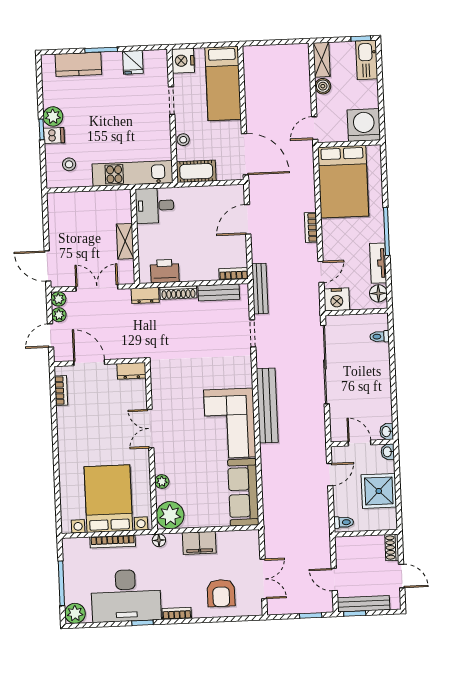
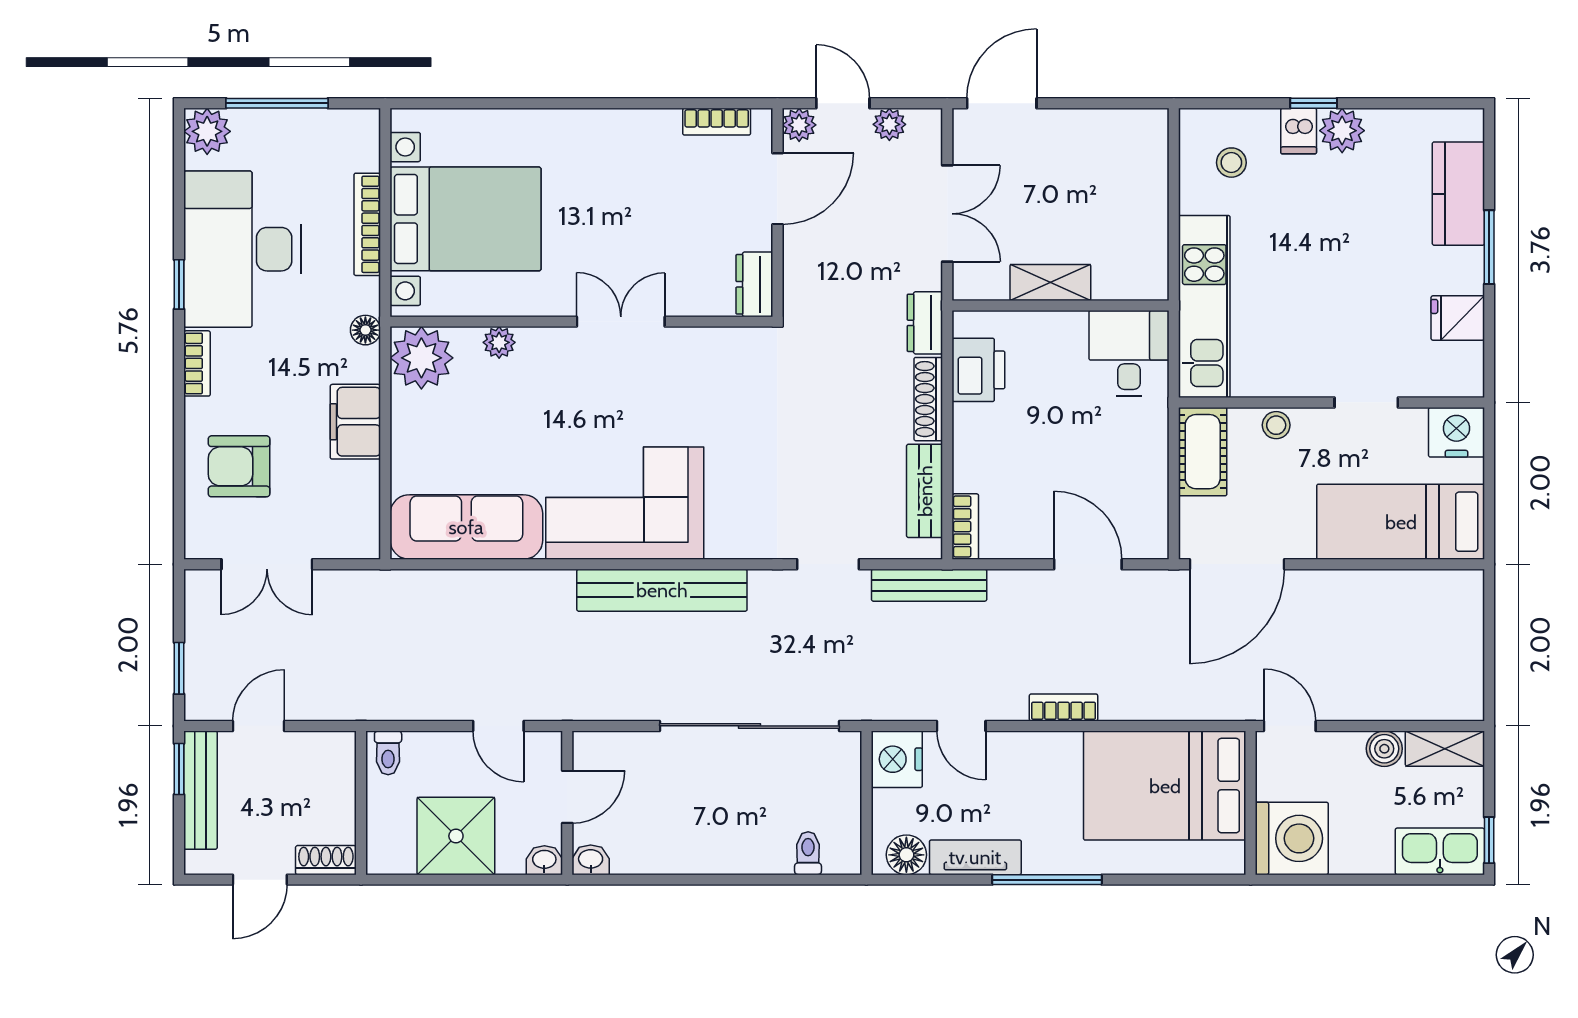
plant: (58, 299) -> (799, 125), moved

